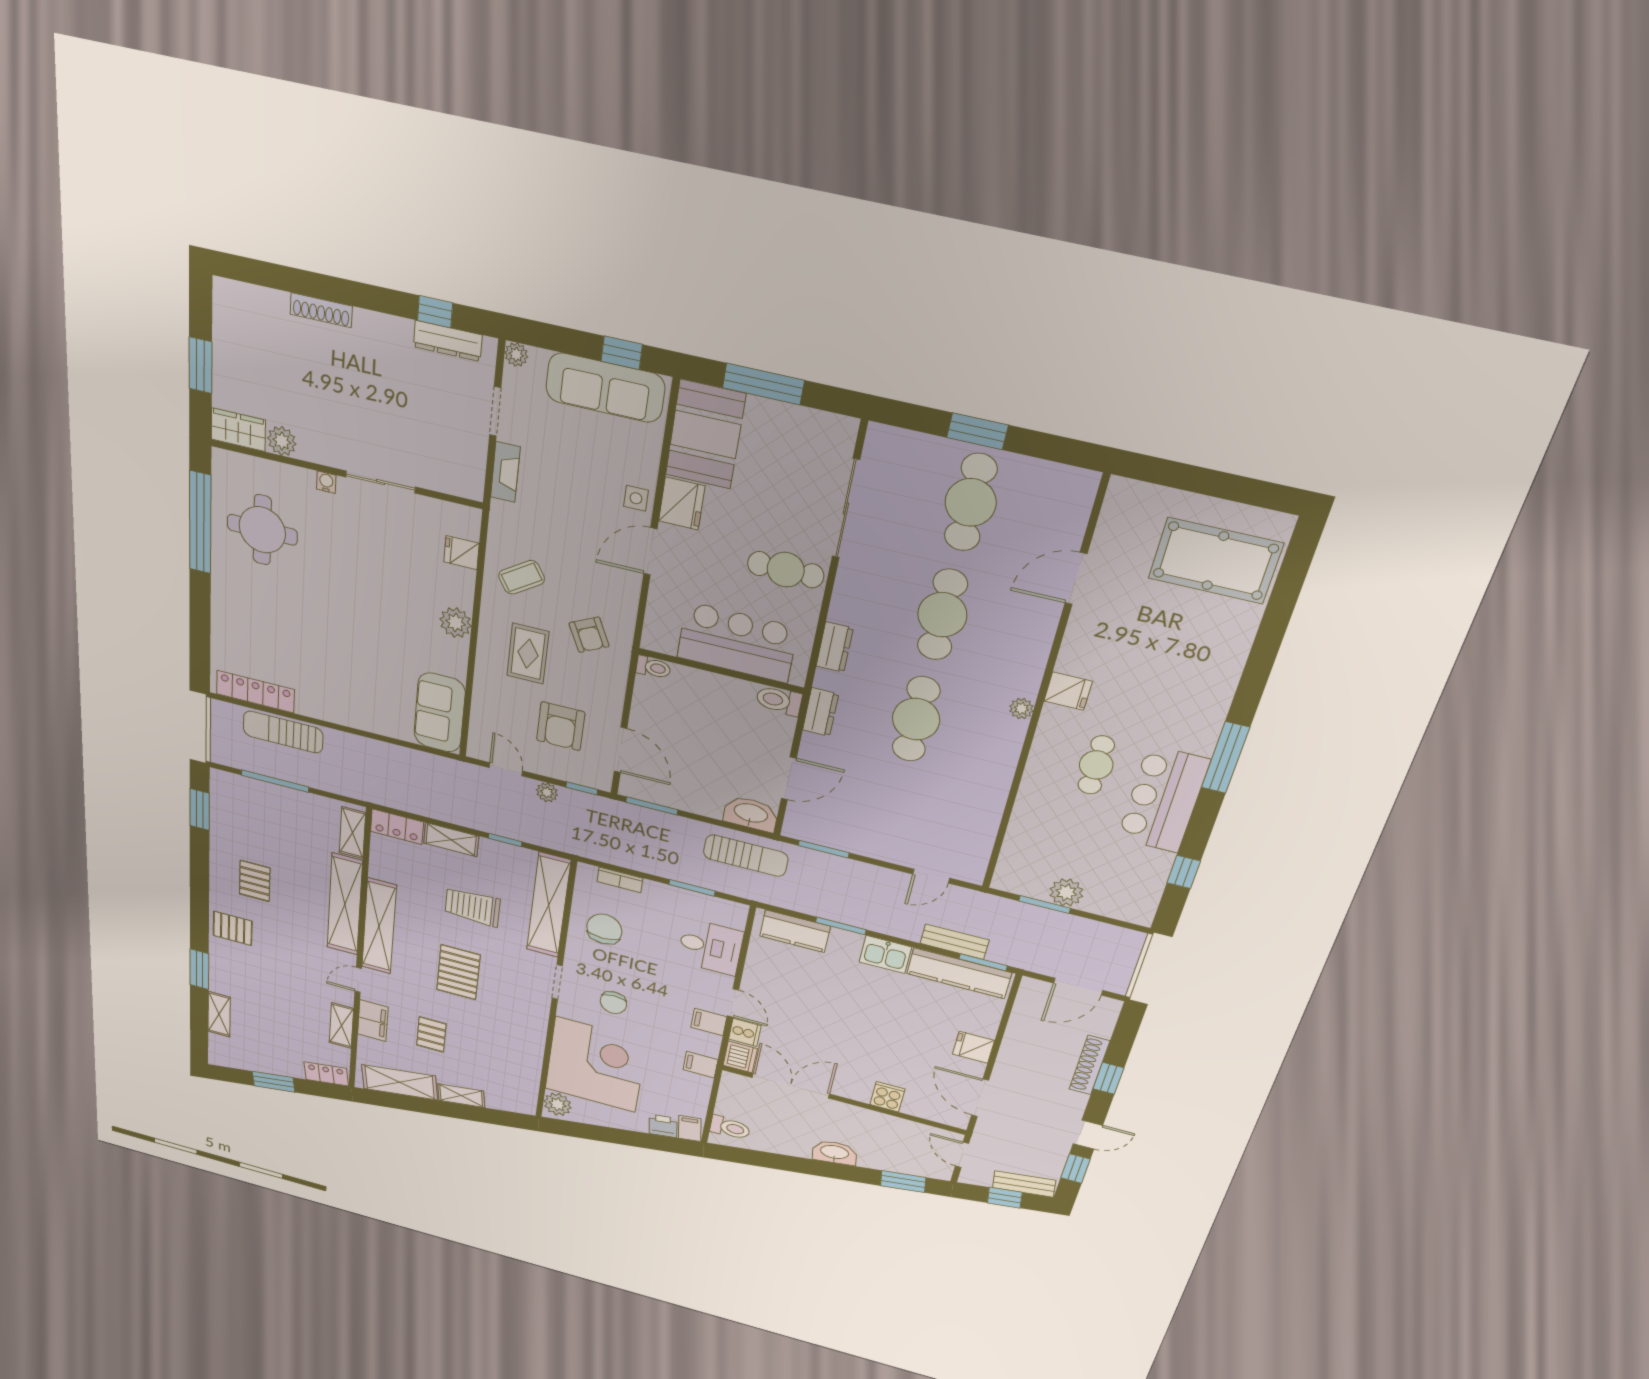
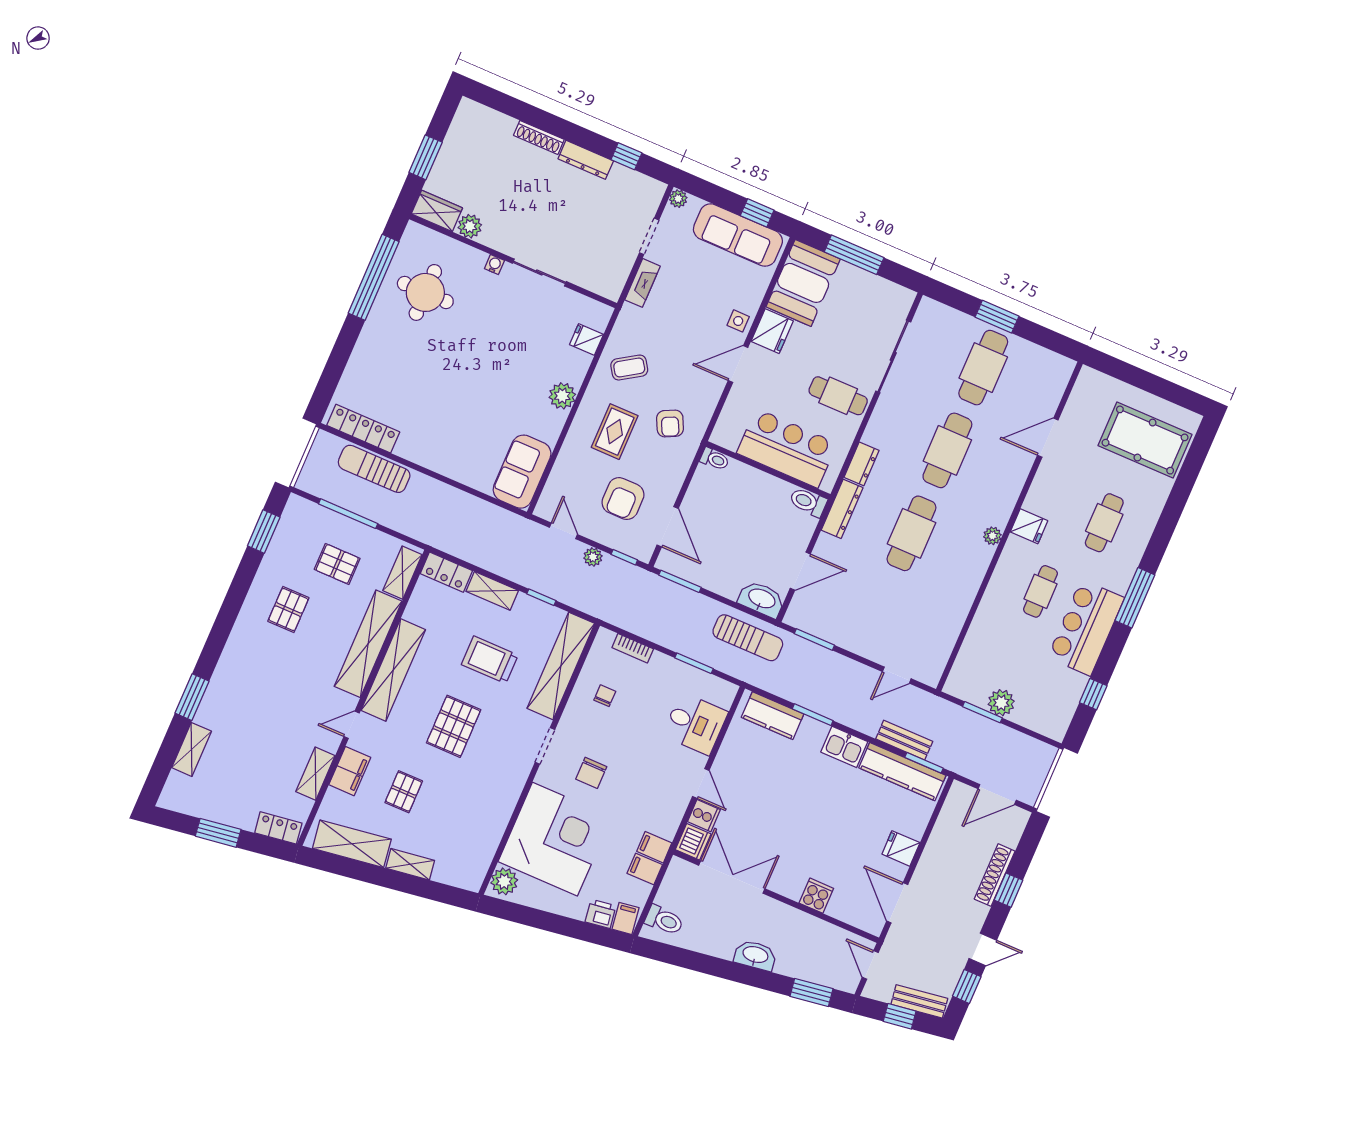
dresser: (448, 341) -> (586, 160), moved
cafe table: (1171, 673) -> (1104, 523), added
dresser: (821, 712) -> (842, 509), width x1.44
pallet: (233, 928) -> (337, 564), moved
chair: (604, 929) -> (605, 696), width x0.54, depth x0.54
filing cabinet: (709, 1022) -> (645, 869), moved

